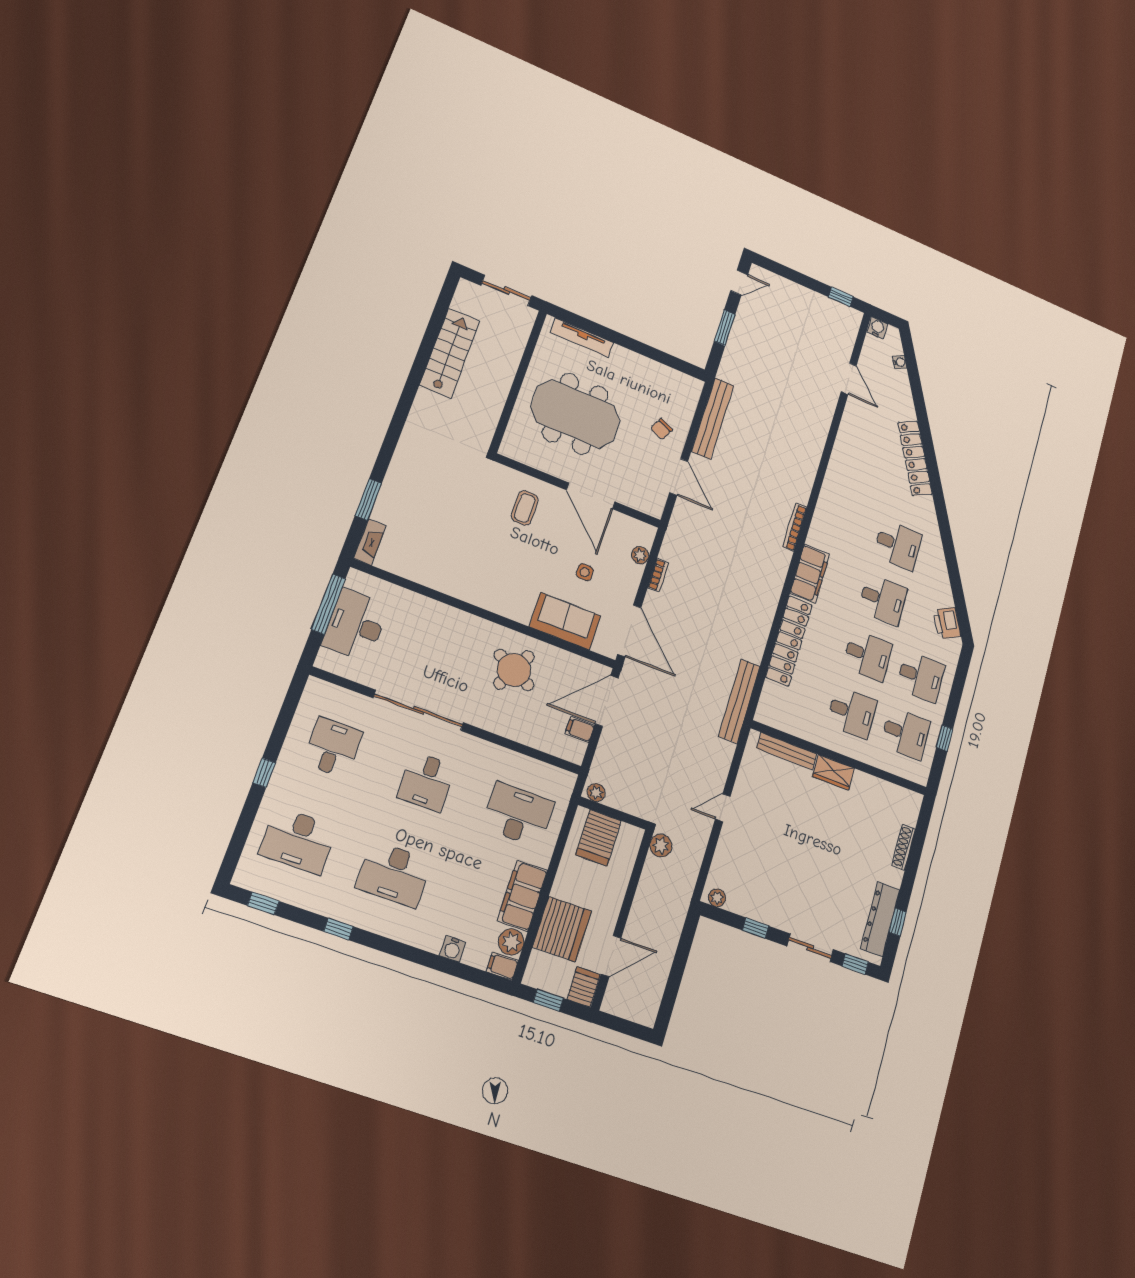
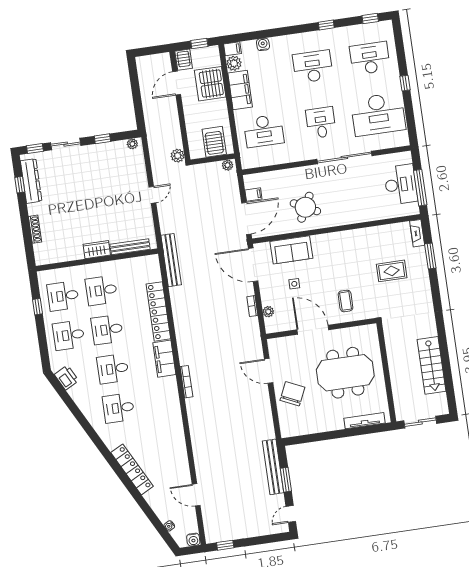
bench: (713, 418) -> (273, 467), moved
chair: (661, 429) -> (292, 394), width x1.87, depth x1.87
rug: (436, 511) -> (392, 271), added
desk: (333, 747) -> (378, 114), width x1.87, depth x1.30

